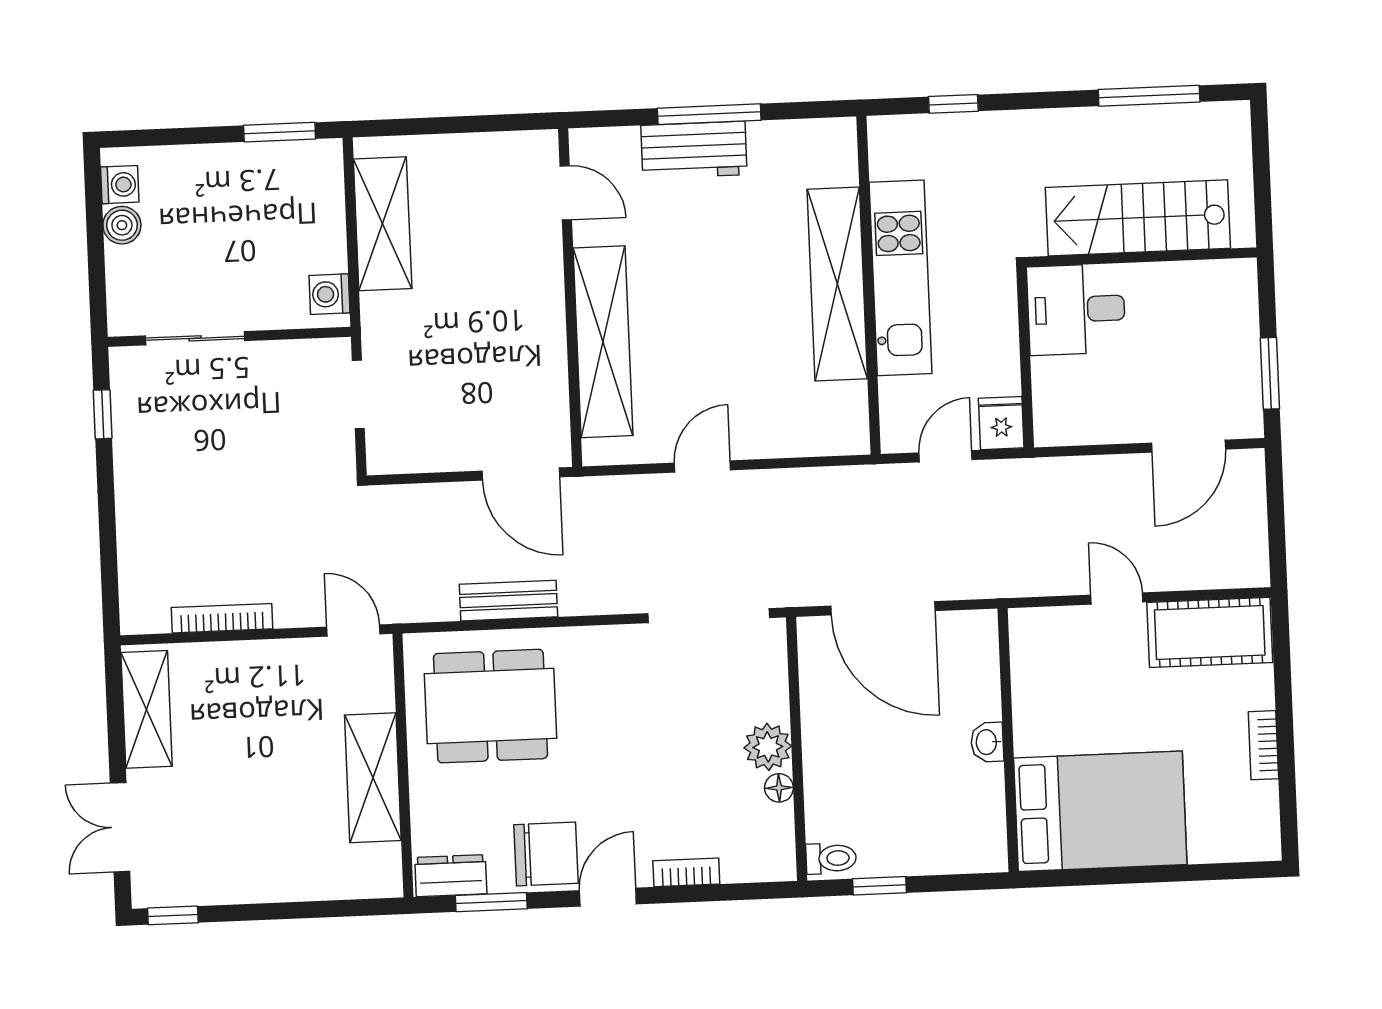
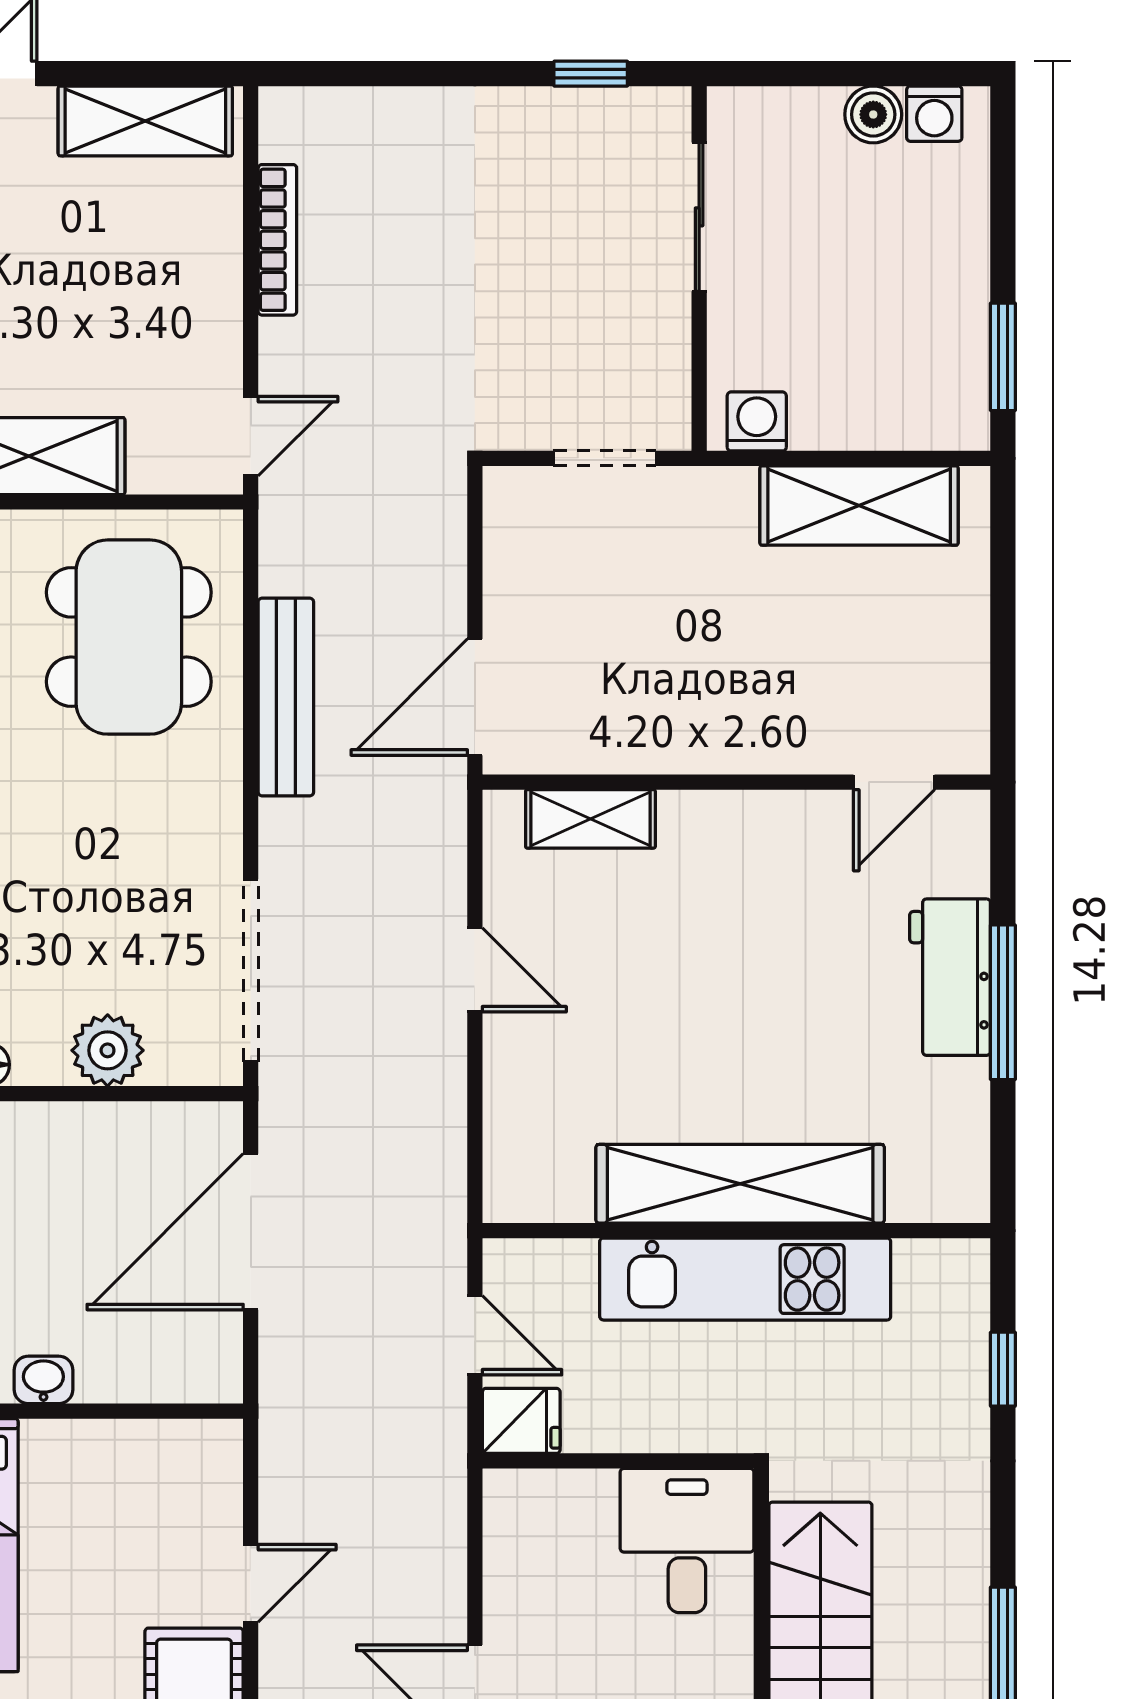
shelving: (603, 342) -> (590, 819), width x0.45, depth x0.75
bench: (508, 601) -> (286, 697), width x1.36
plant: (768, 747) -> (108, 1050), moved

